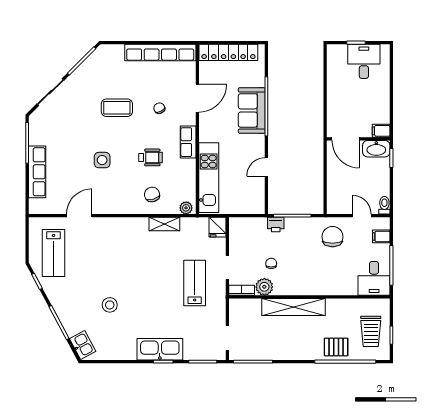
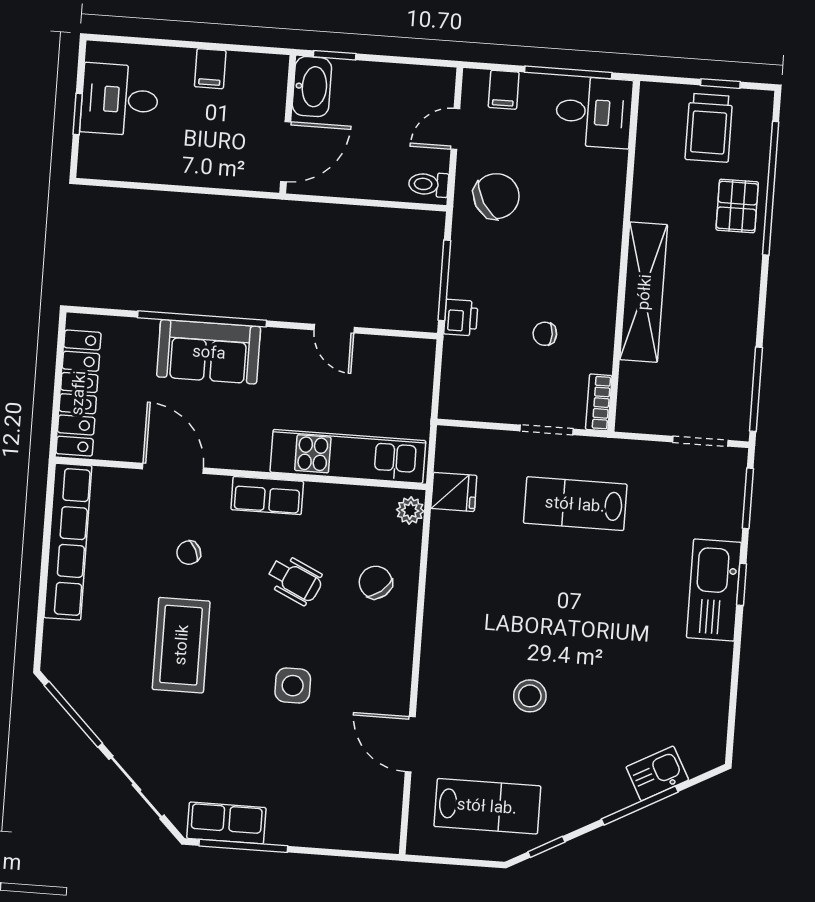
coffee table: (117, 108) -> (181, 645), width x1.36, depth x1.32
filing cabinet: (381, 131) -> (210, 69), moved
wheelchair: (150, 157) -> (295, 580), turned 115
row of seats: (37, 172) -> (226, 823), moved, width x0.68
chair: (152, 194) -> (376, 582), turned 68
toilet: (384, 205) -> (428, 184), moved
shelving: (164, 224) -> (442, 560), removed
fridge: (218, 227) -> (454, 492), moved
chair: (332, 237) -> (496, 196), turned 149
plant: (264, 287) -> (595, 353), removed
stool: (110, 305) -> (530, 696), moved
trolley: (371, 331) -> (709, 128), turned 90
kitchen sink: (83, 345) -> (657, 773), moved

